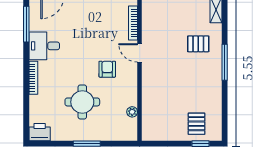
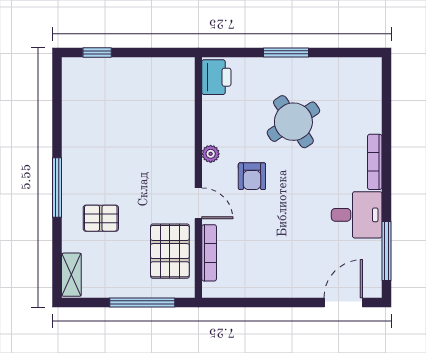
round table: (82, 102) -> (293, 122), turned -33
plant: (132, 112) -> (211, 154), moved
pallet: (197, 124) -> (170, 251), moved, width x1.50, depth x1.42
printer: (40, 132) -> (216, 77), moved, turned -90

